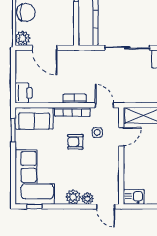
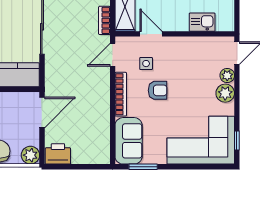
door: (45, 48) -> (42, 112), moved
printer: (24, 93) -> (58, 154), moved
bookcase: (75, 99) -> (104, 20), moved
armchair: (75, 142) -> (158, 90), turned -90
kitchen sink: (134, 197) -> (202, 22), moved, turned 90

